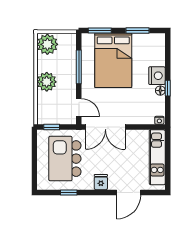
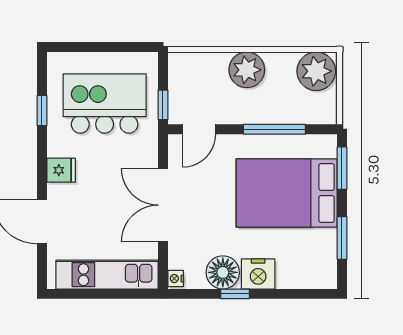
floor lamp: (160, 91) -> (223, 272), width x1.89, depth x1.89
window: (52, 127) -> (163, 105), moved
double door: (105, 127) -> (163, 205), moved

